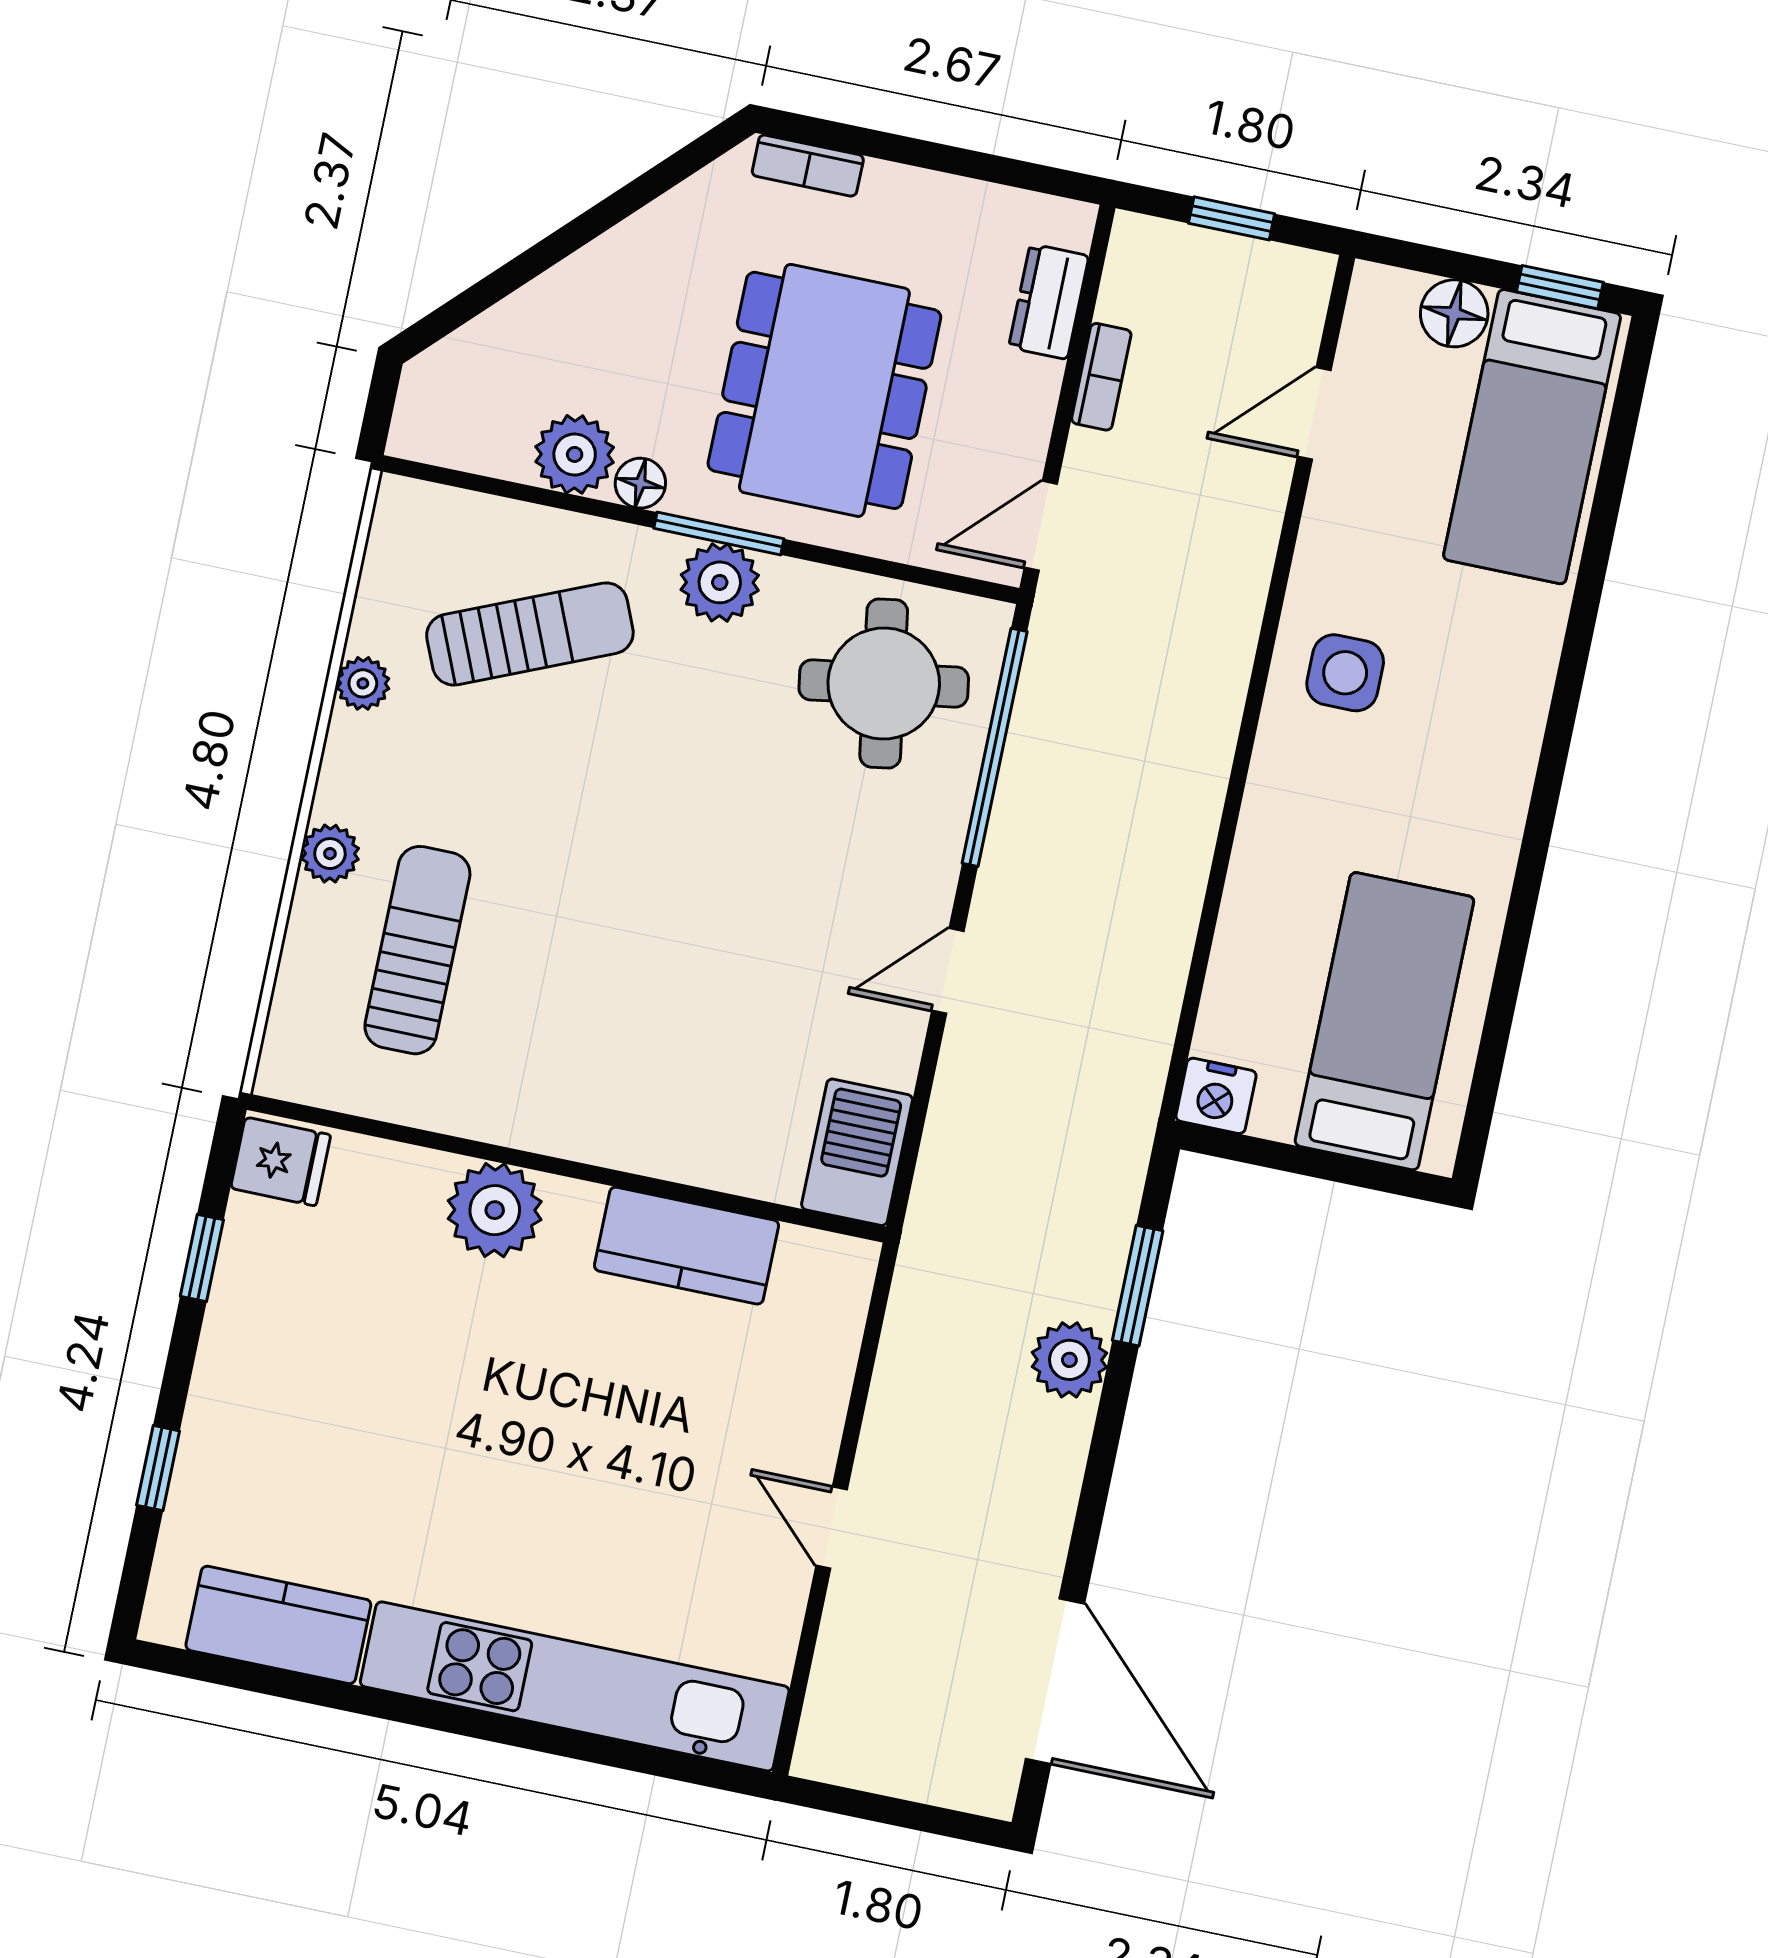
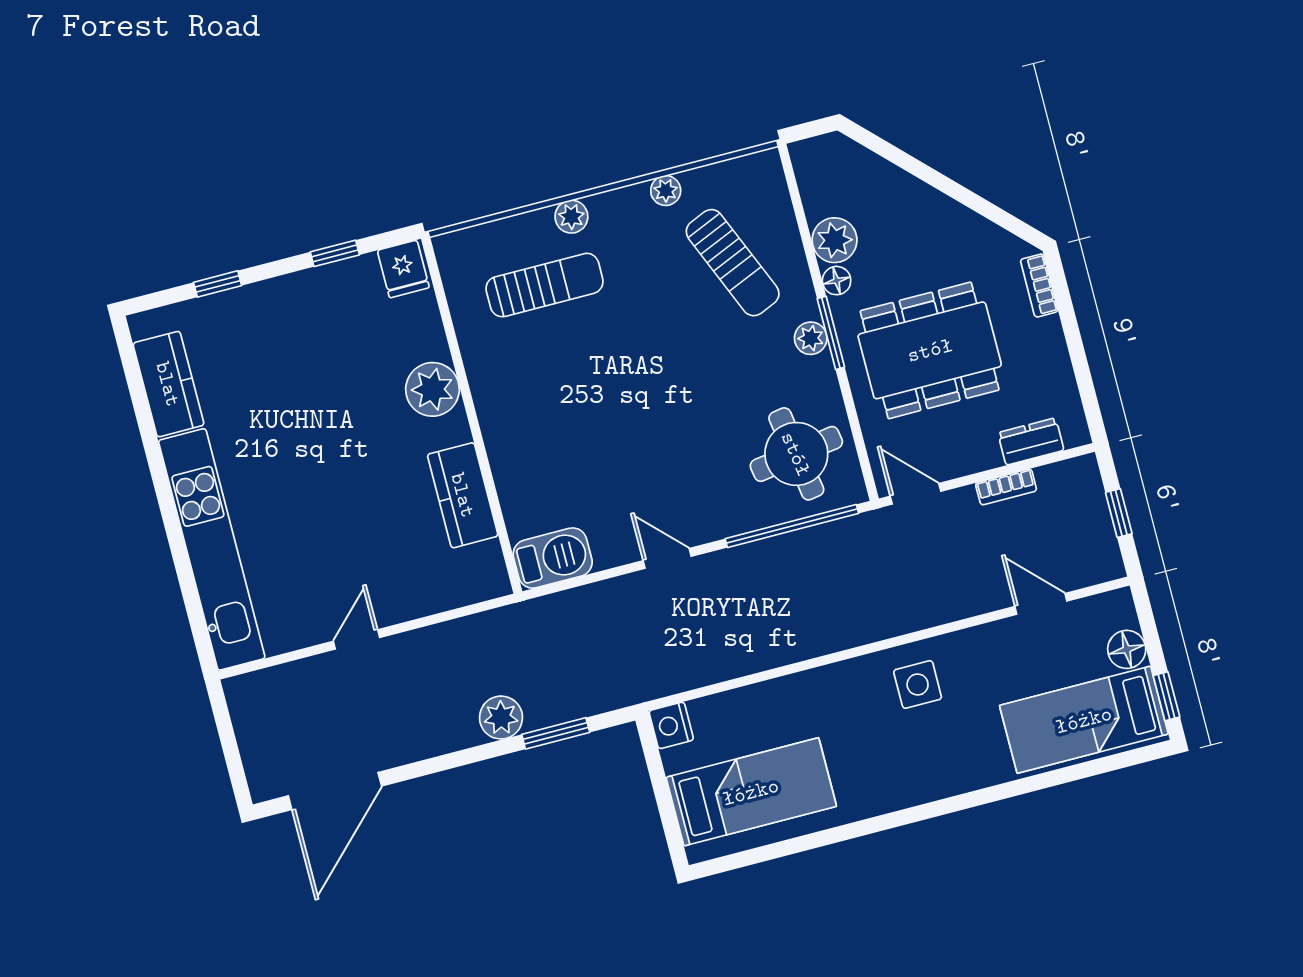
plant: (720, 582) -> (811, 338), width x0.73, depth x0.73

